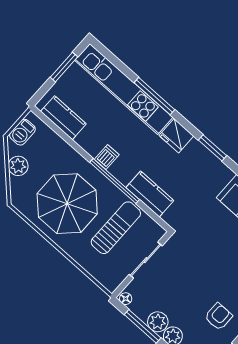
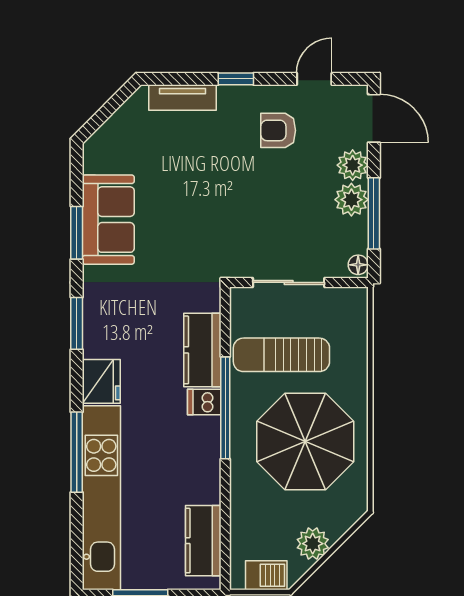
dishwasher: (107, 157) -> (204, 402), moved

